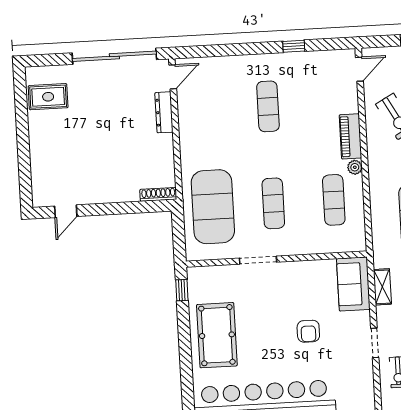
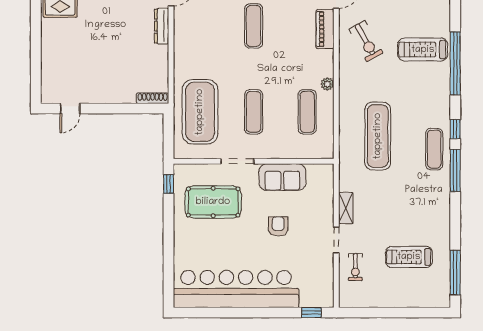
piano: (350, 136) -> (325, 29), moved
sofa: (353, 284) -> (282, 177), moved, turned -90
shelving: (382, 287) -> (346, 208), moved
armchair: (308, 331) -> (278, 226), turned 180
pool table: (217, 335) -> (213, 202), moved, turned 90

